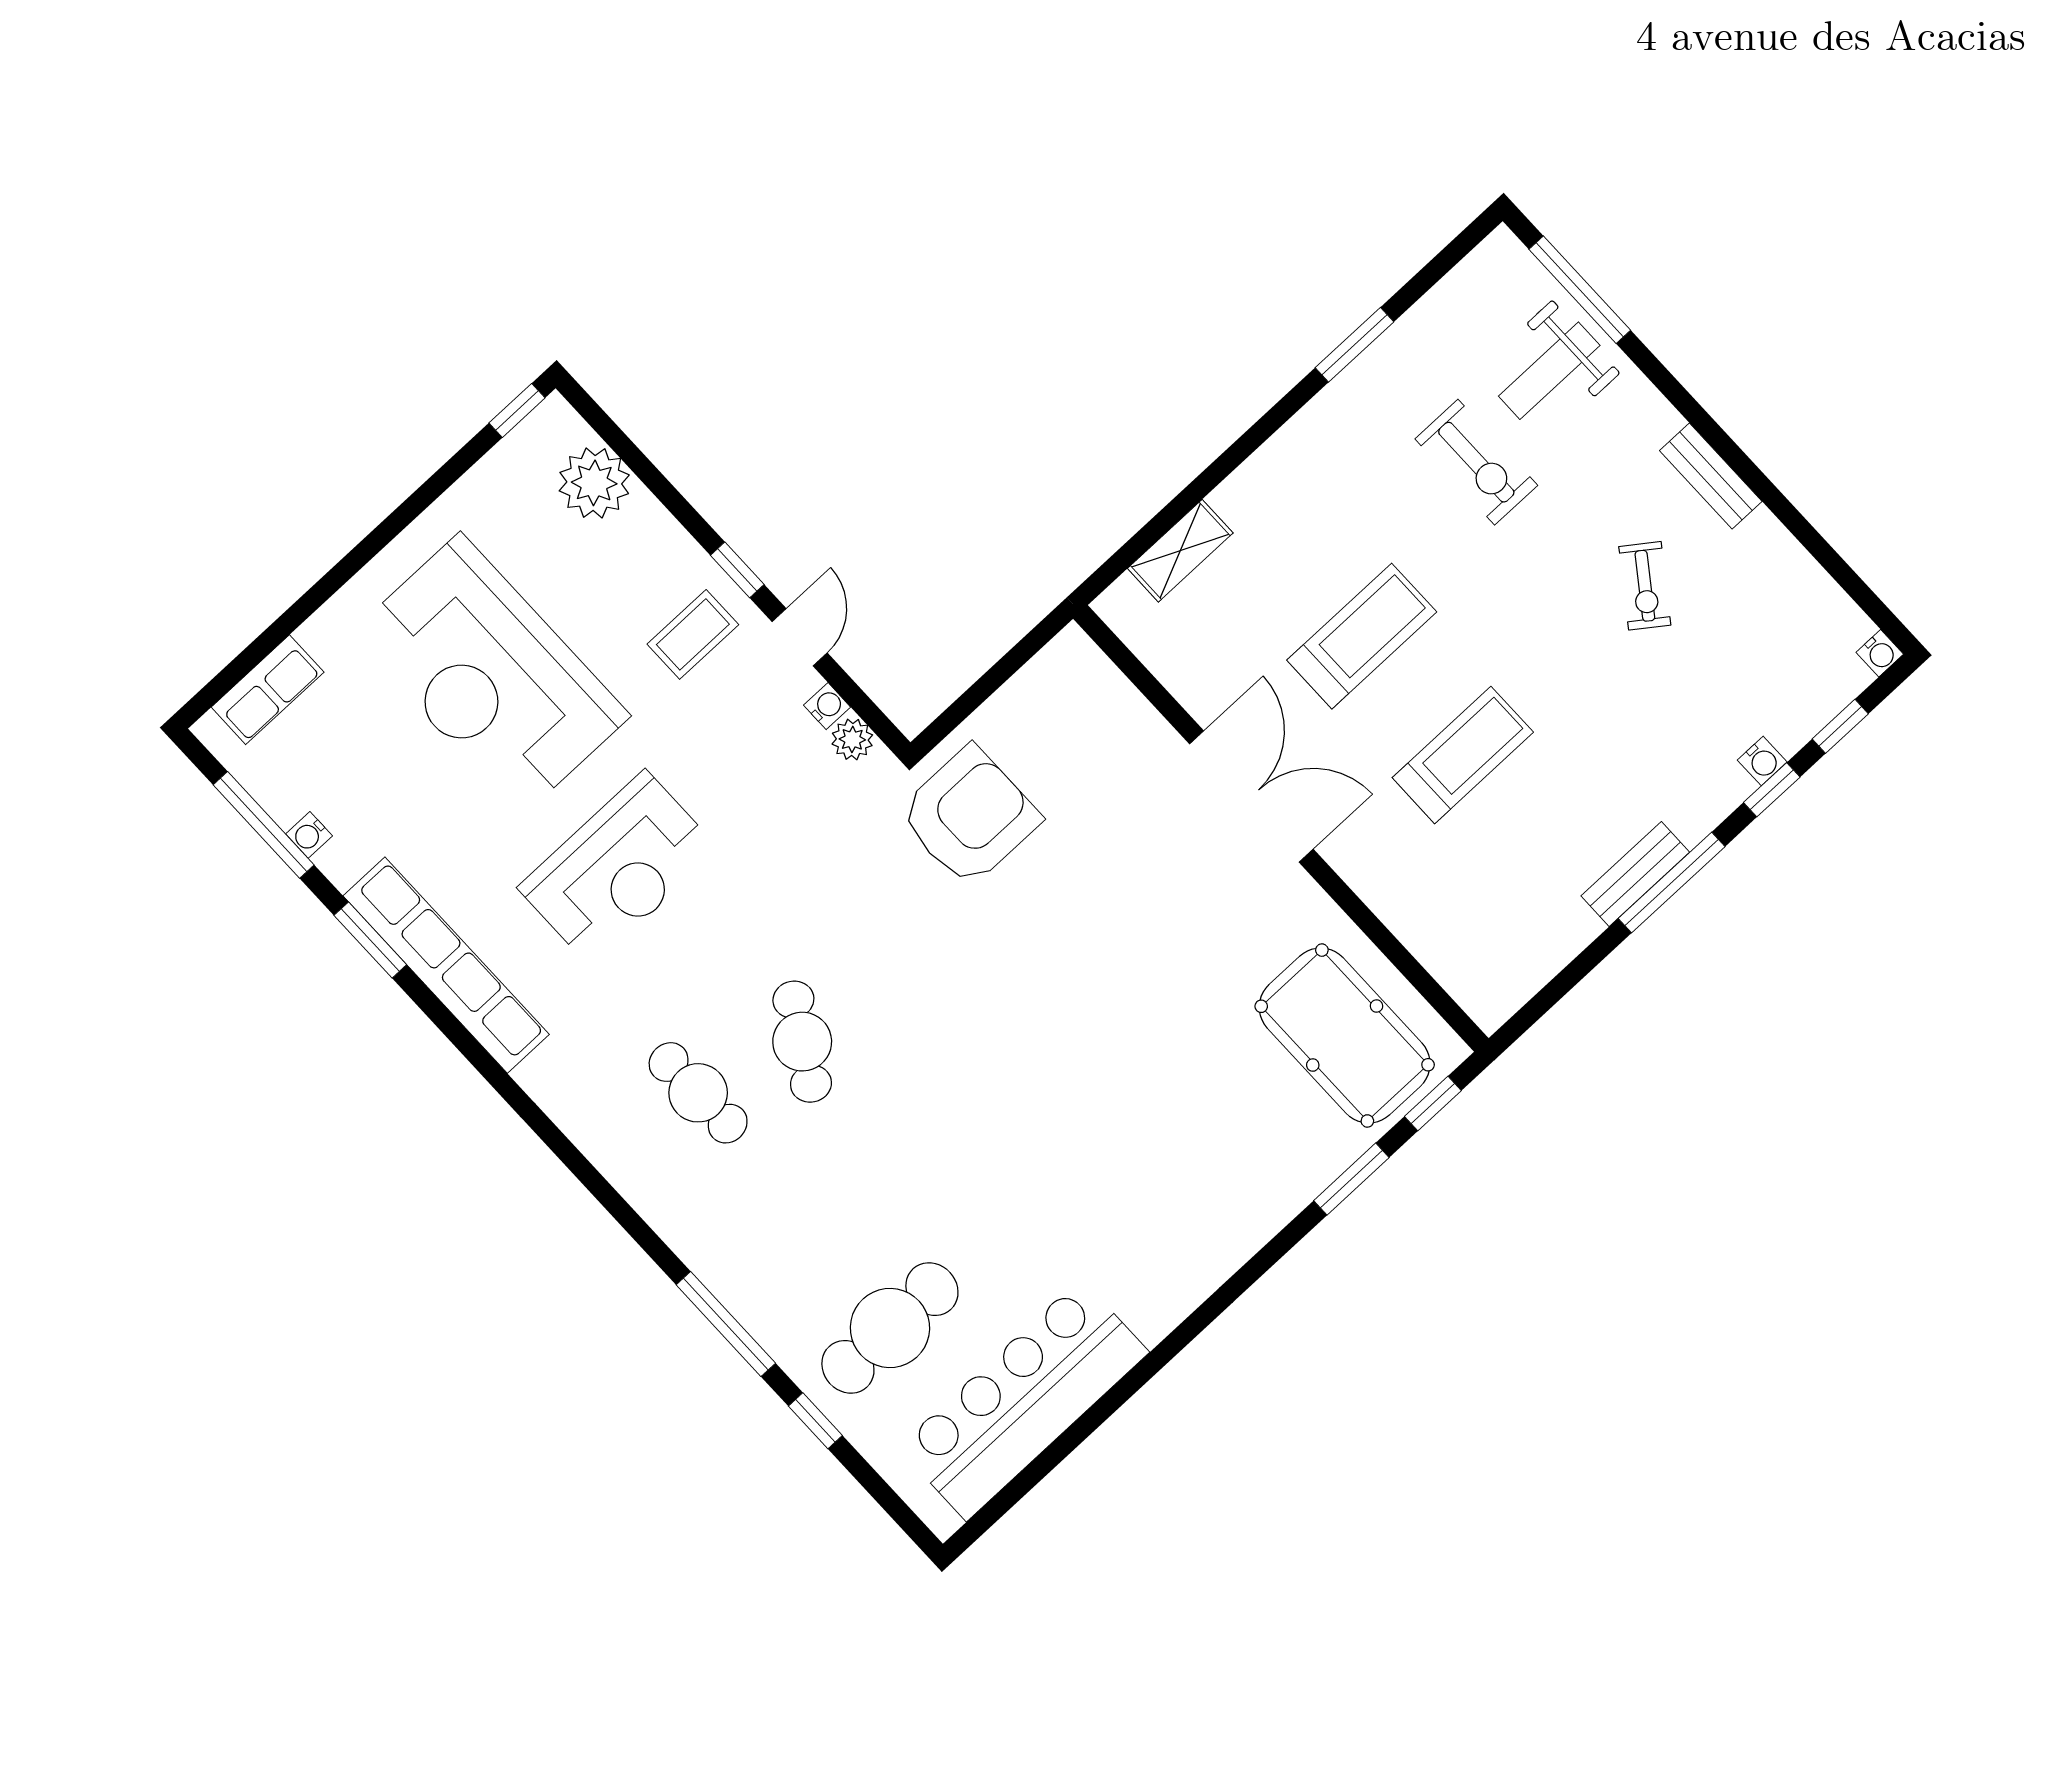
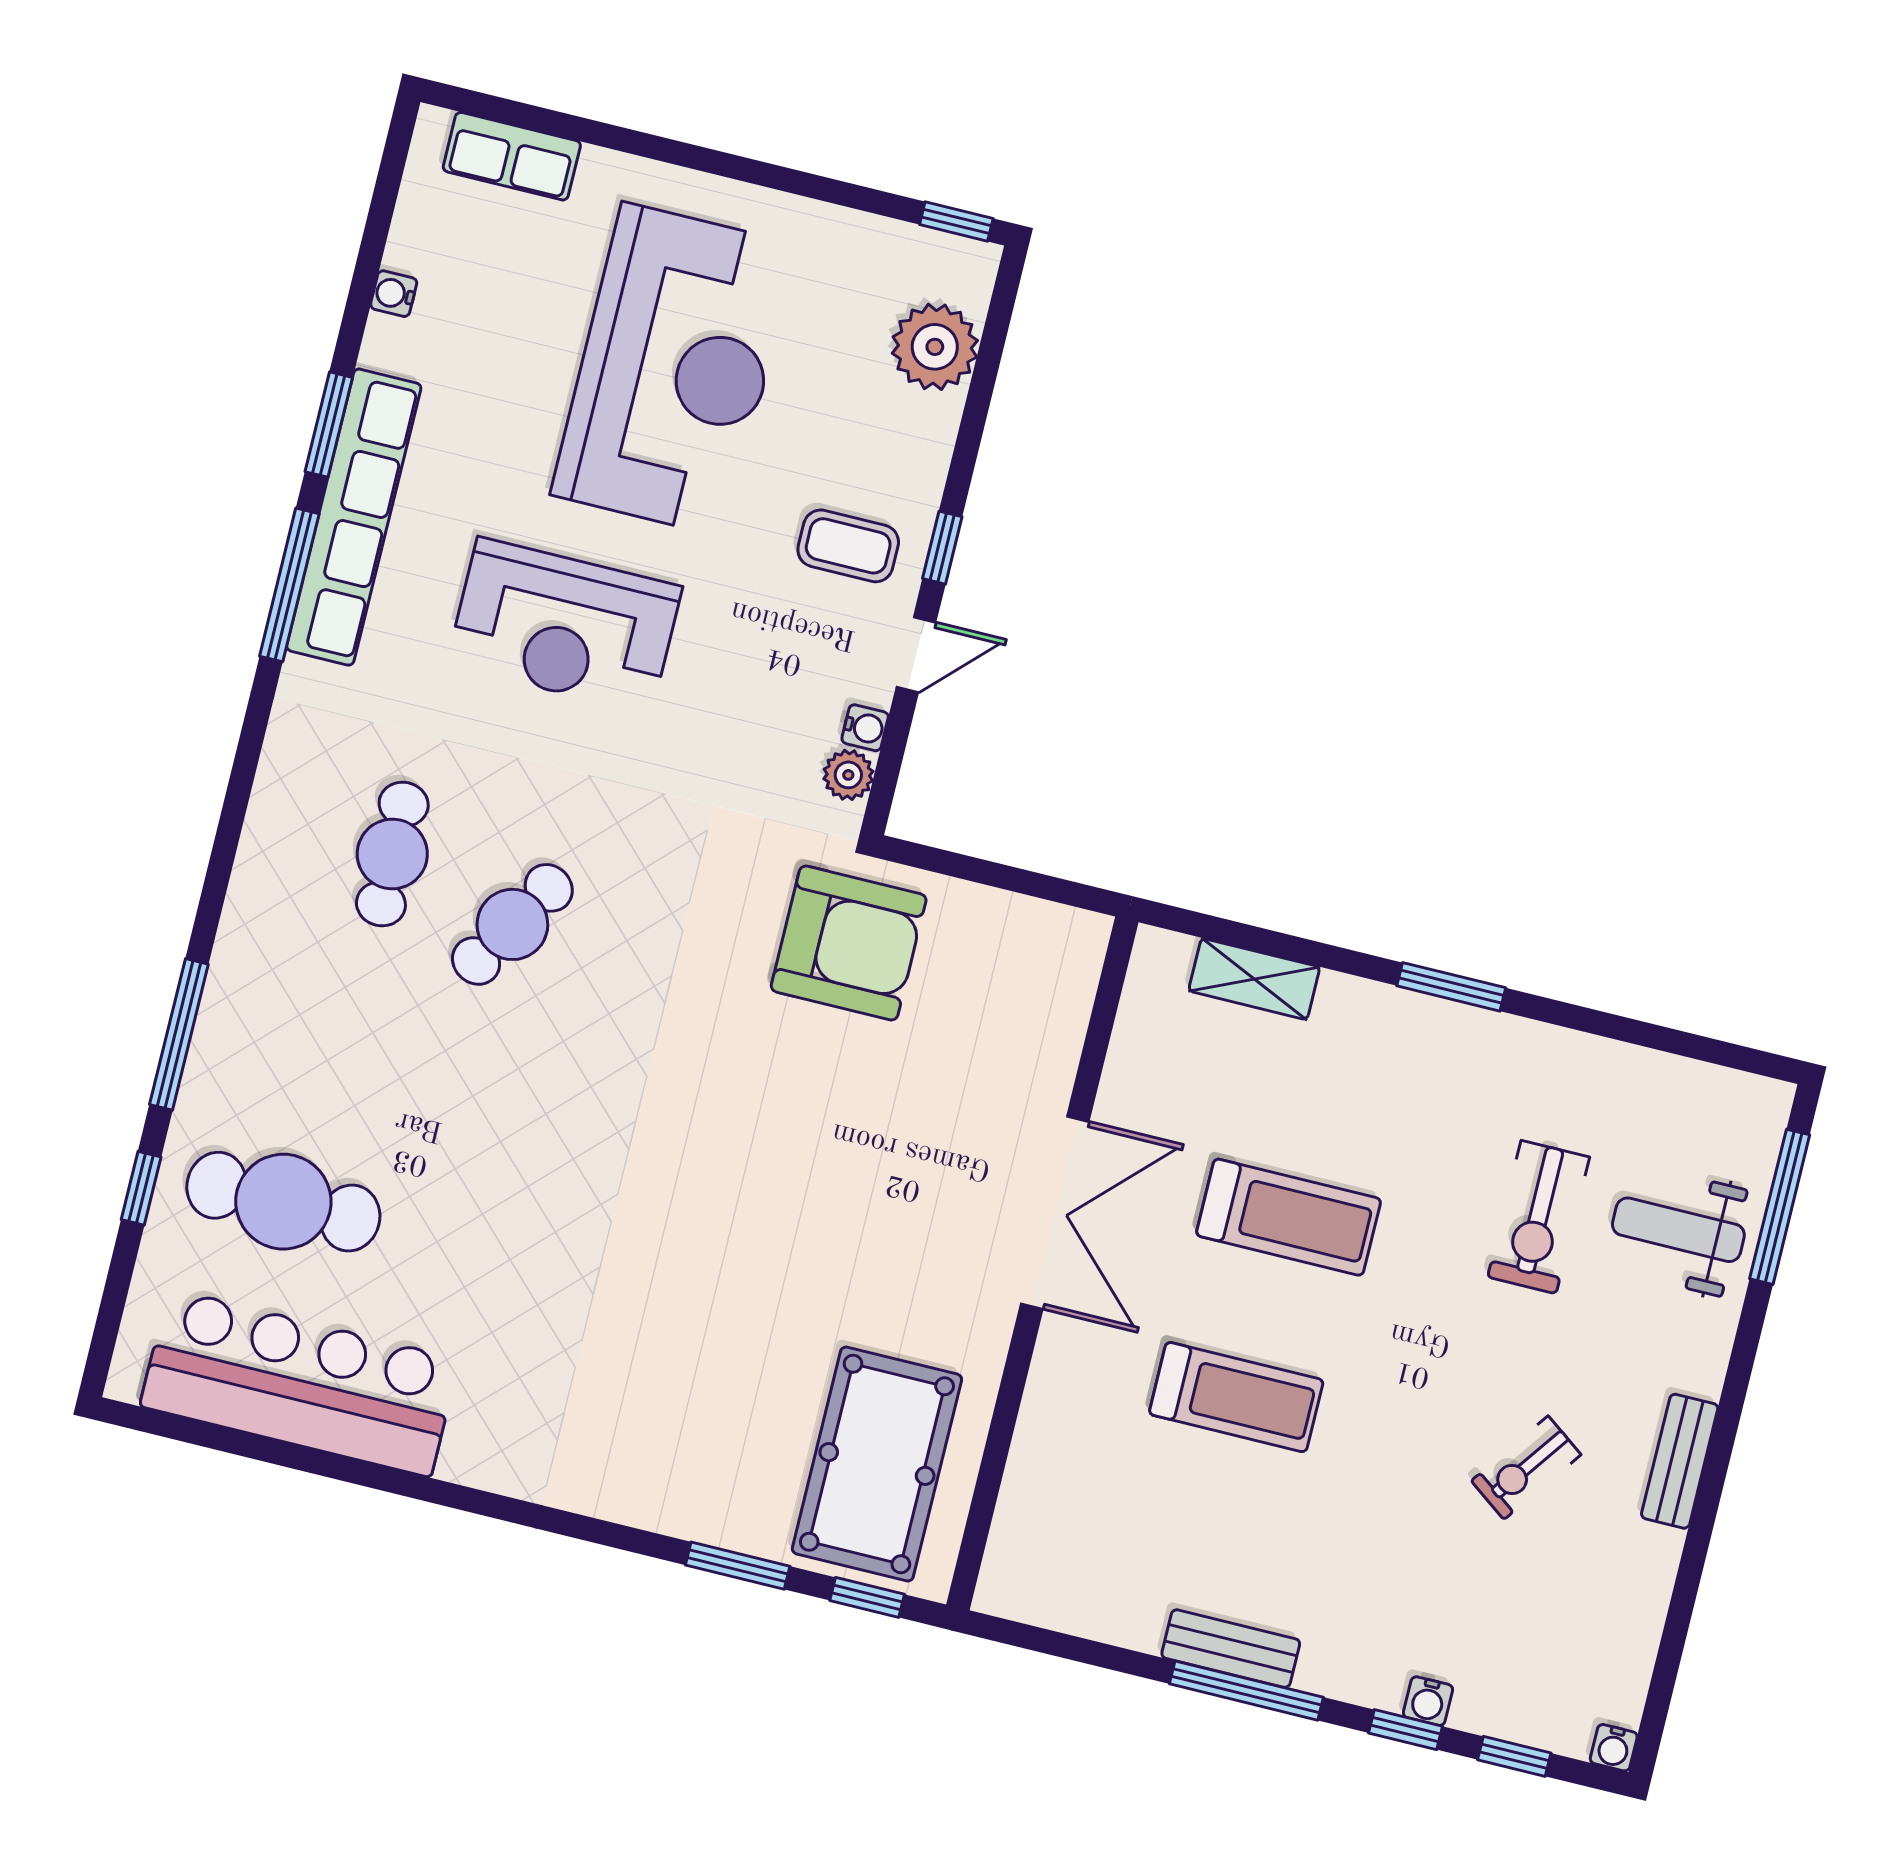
window: (1354, 345) -> (1451, 987), moved
reception desk: (490, 675) -> (674, 370), turned 180
window: (264, 825) -> (289, 585), moved

